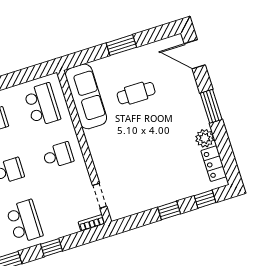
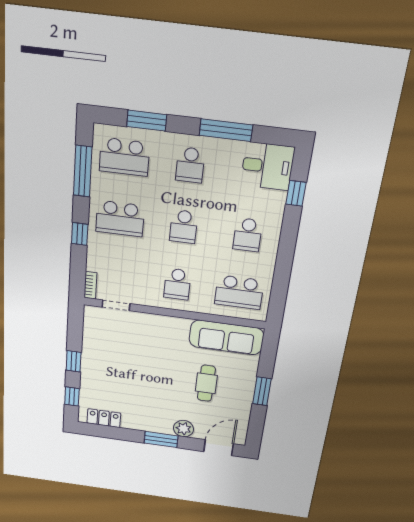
plant: (205, 138) -> (184, 429), moved

